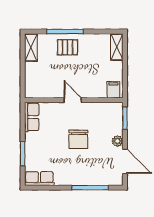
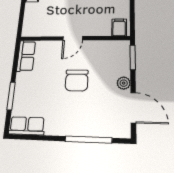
door: (73, 100) -> (73, 38), swing flipped

